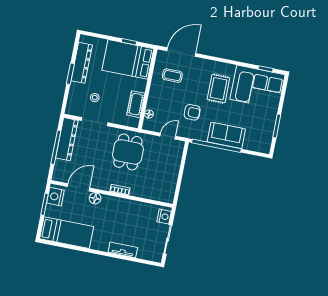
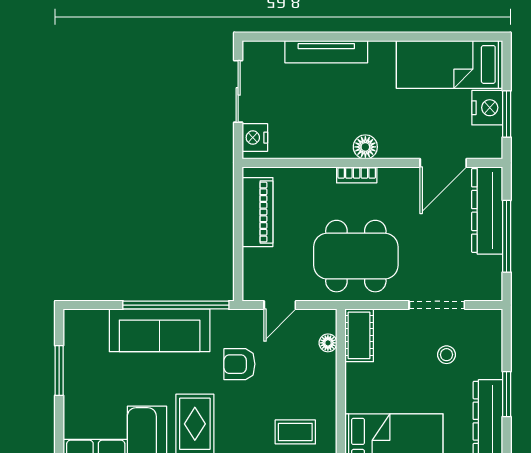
cot: (136, 104) -> (359, 335), moved
sofa: (226, 135) -> (160, 330), width x1.36
dresser: (67, 139) -> (487, 210), moved
dining table: (128, 152) -> (356, 256), width x1.38
piano: (170, 182) -> (258, 212), added
nightstand: (55, 197) -> (487, 108), moved
floor lamp: (95, 198) -> (365, 147), moved
tv unit: (123, 250) -> (326, 52), width x1.41

